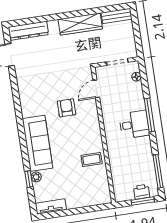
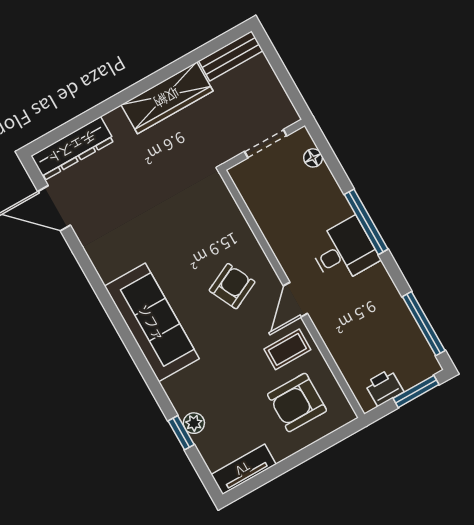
door: (96, 89) -> (295, 300), moved
armchair: (67, 108) -> (232, 286), moved, turned 64
sofa: (37, 143) -> (152, 322), moved
armchair: (87, 185) -> (297, 403), added
printer: (142, 192) -> (384, 387), moved

